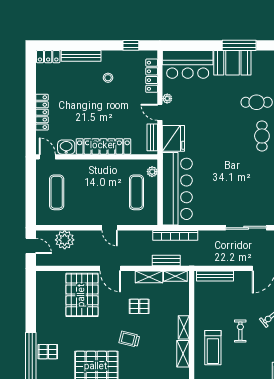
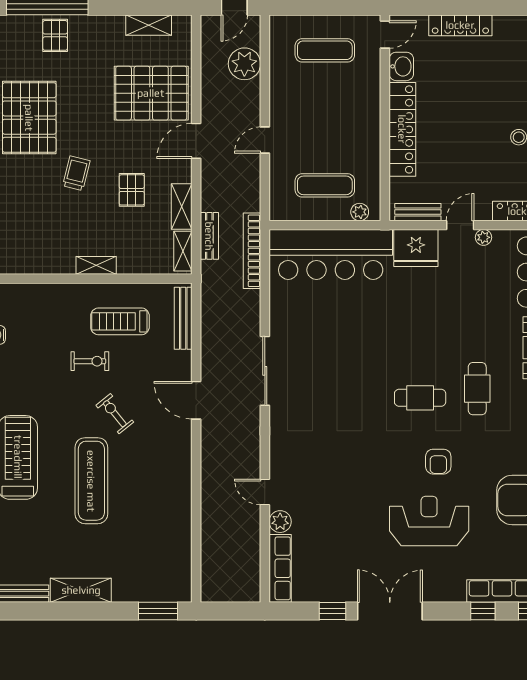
treadmill: (213, 348) -> (120, 321), moved
shelving: (183, 354) -> (149, 25), moved

